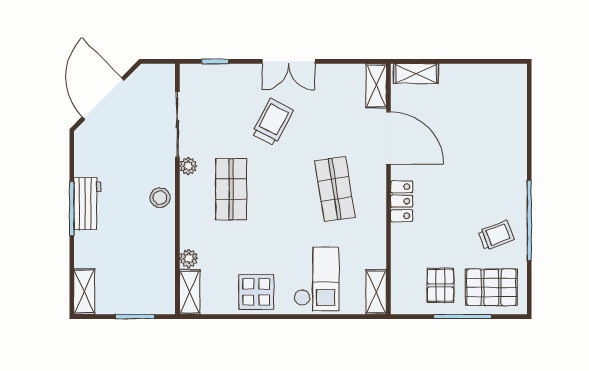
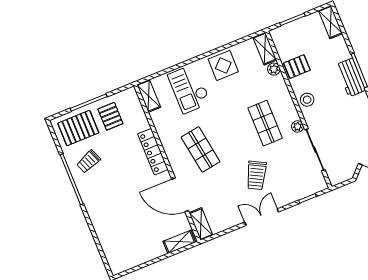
locker: (402, 201) -> (153, 152), width x1.53
pallet: (155, 249) -> (297, 67), added

